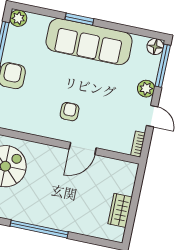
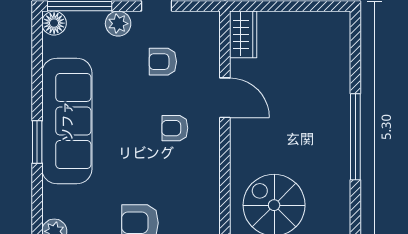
armchair: (115, 113) -> (163, 62), added
bookcase: (138, 144) -> (201, 18), removed
wardrobe: (120, 210) -> (243, 34), moved, turned -90

